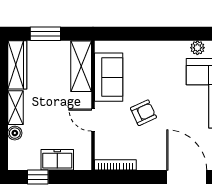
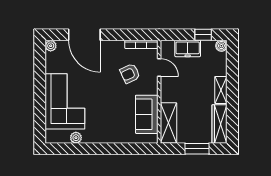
armchair: (143, 113) -> (130, 73), moved
door: (93, 120) -> (159, 67), moved
boiler: (15, 133) -> (221, 46), moved

